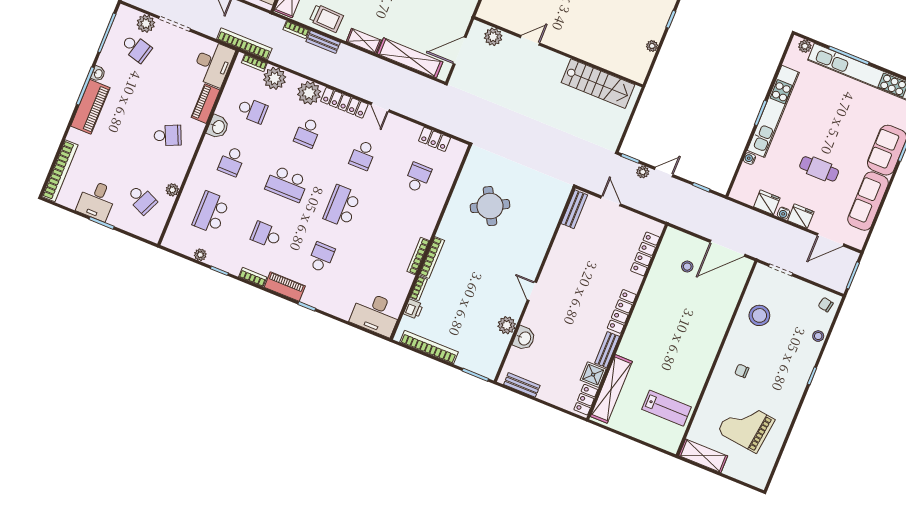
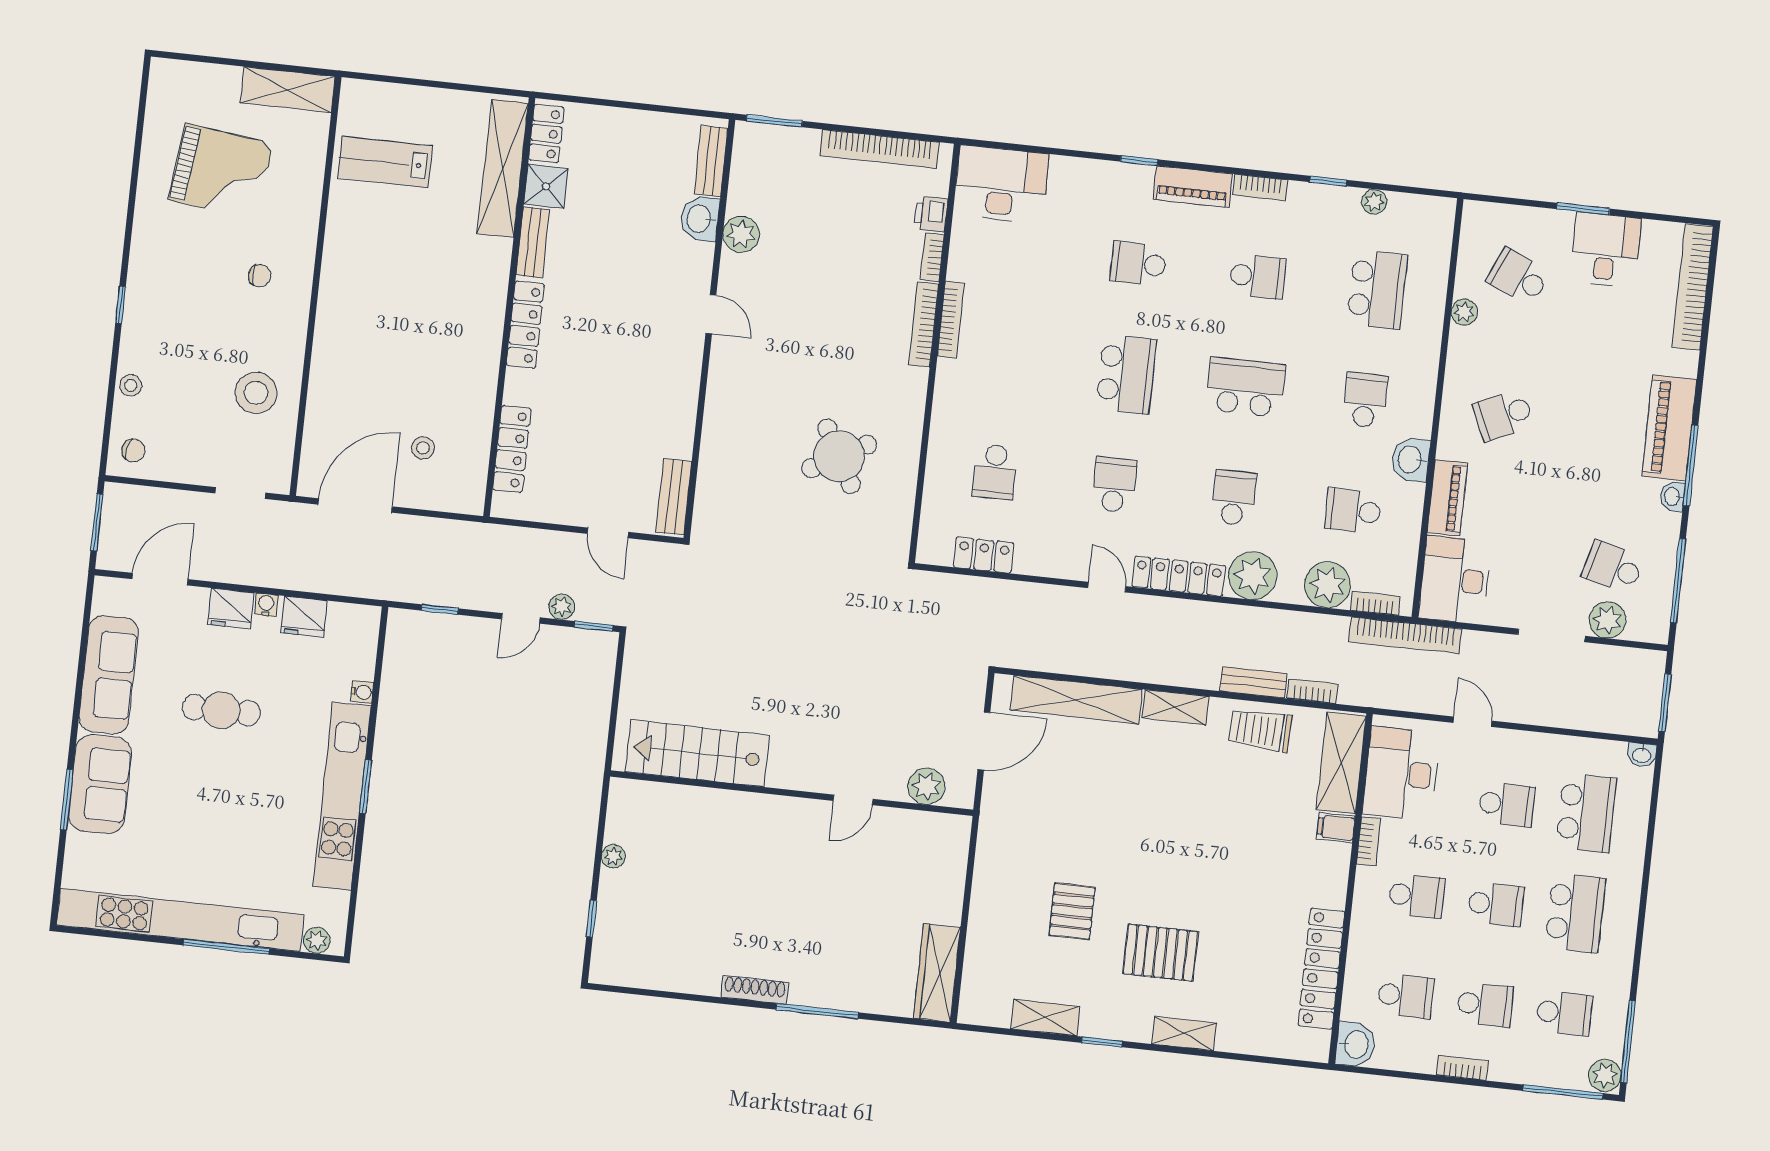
school desk: (321, 257) -> (1138, 264), turned 90
bench: (522, 385) -> (711, 161), moved, turned 90

